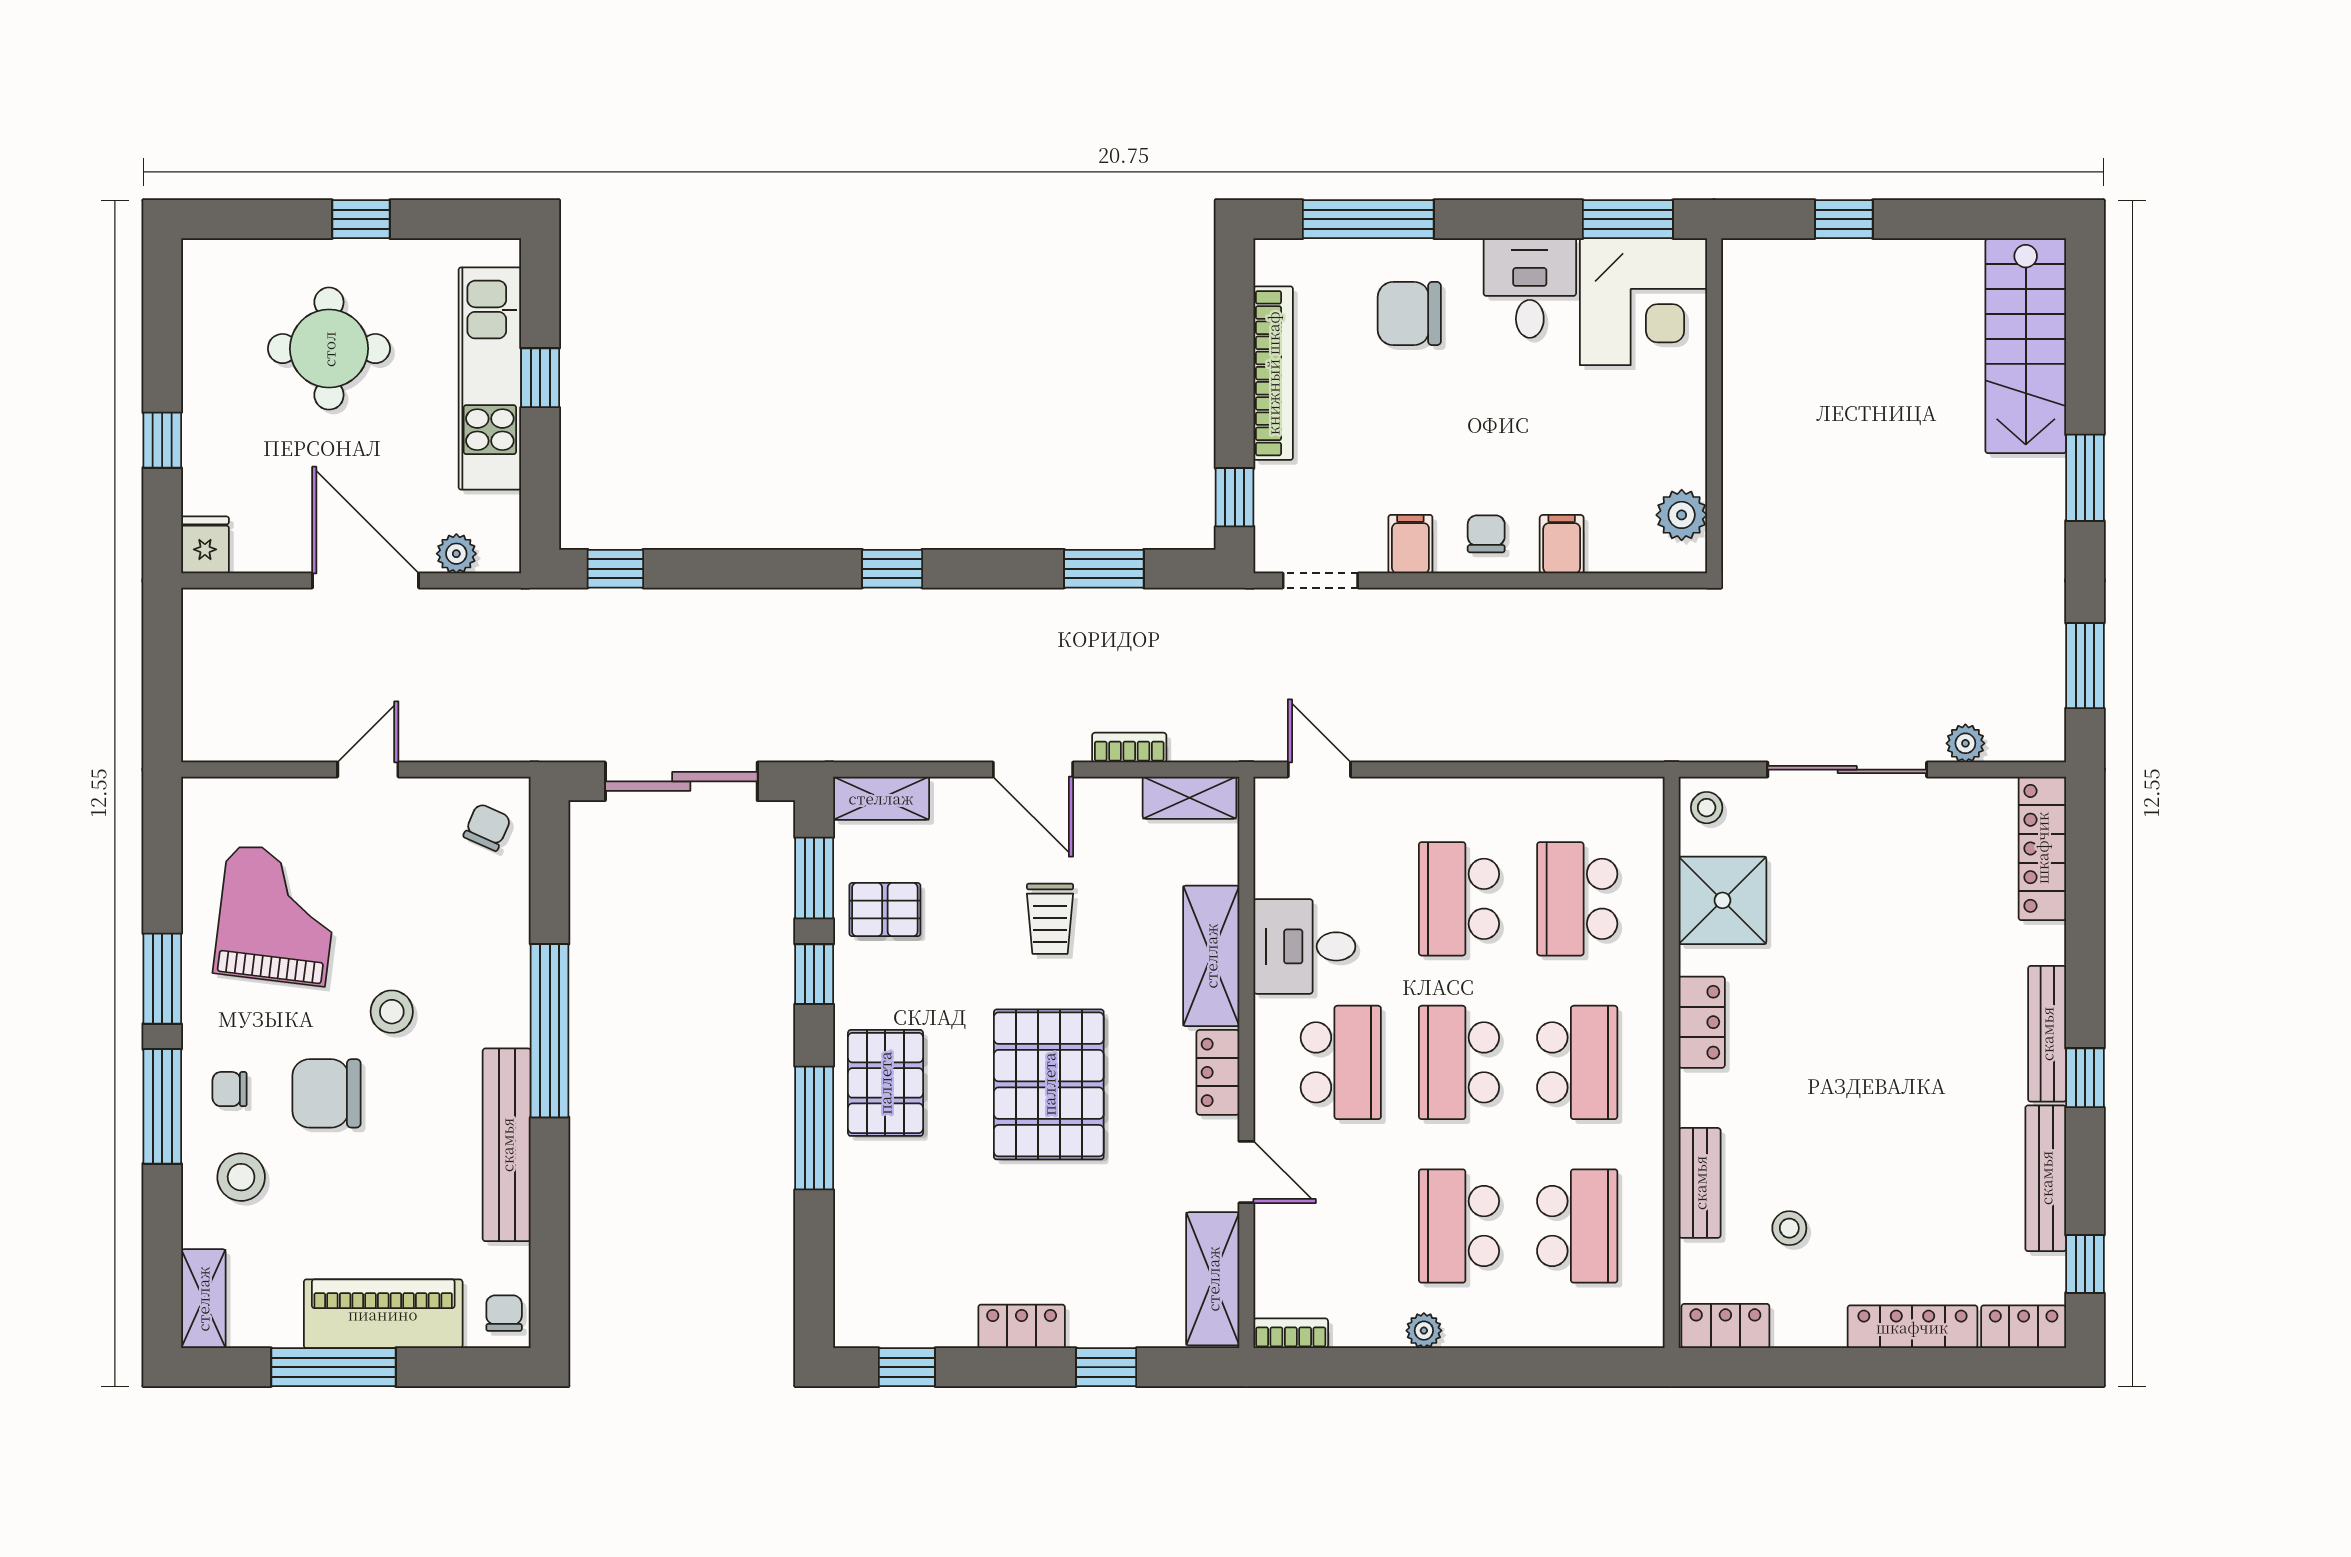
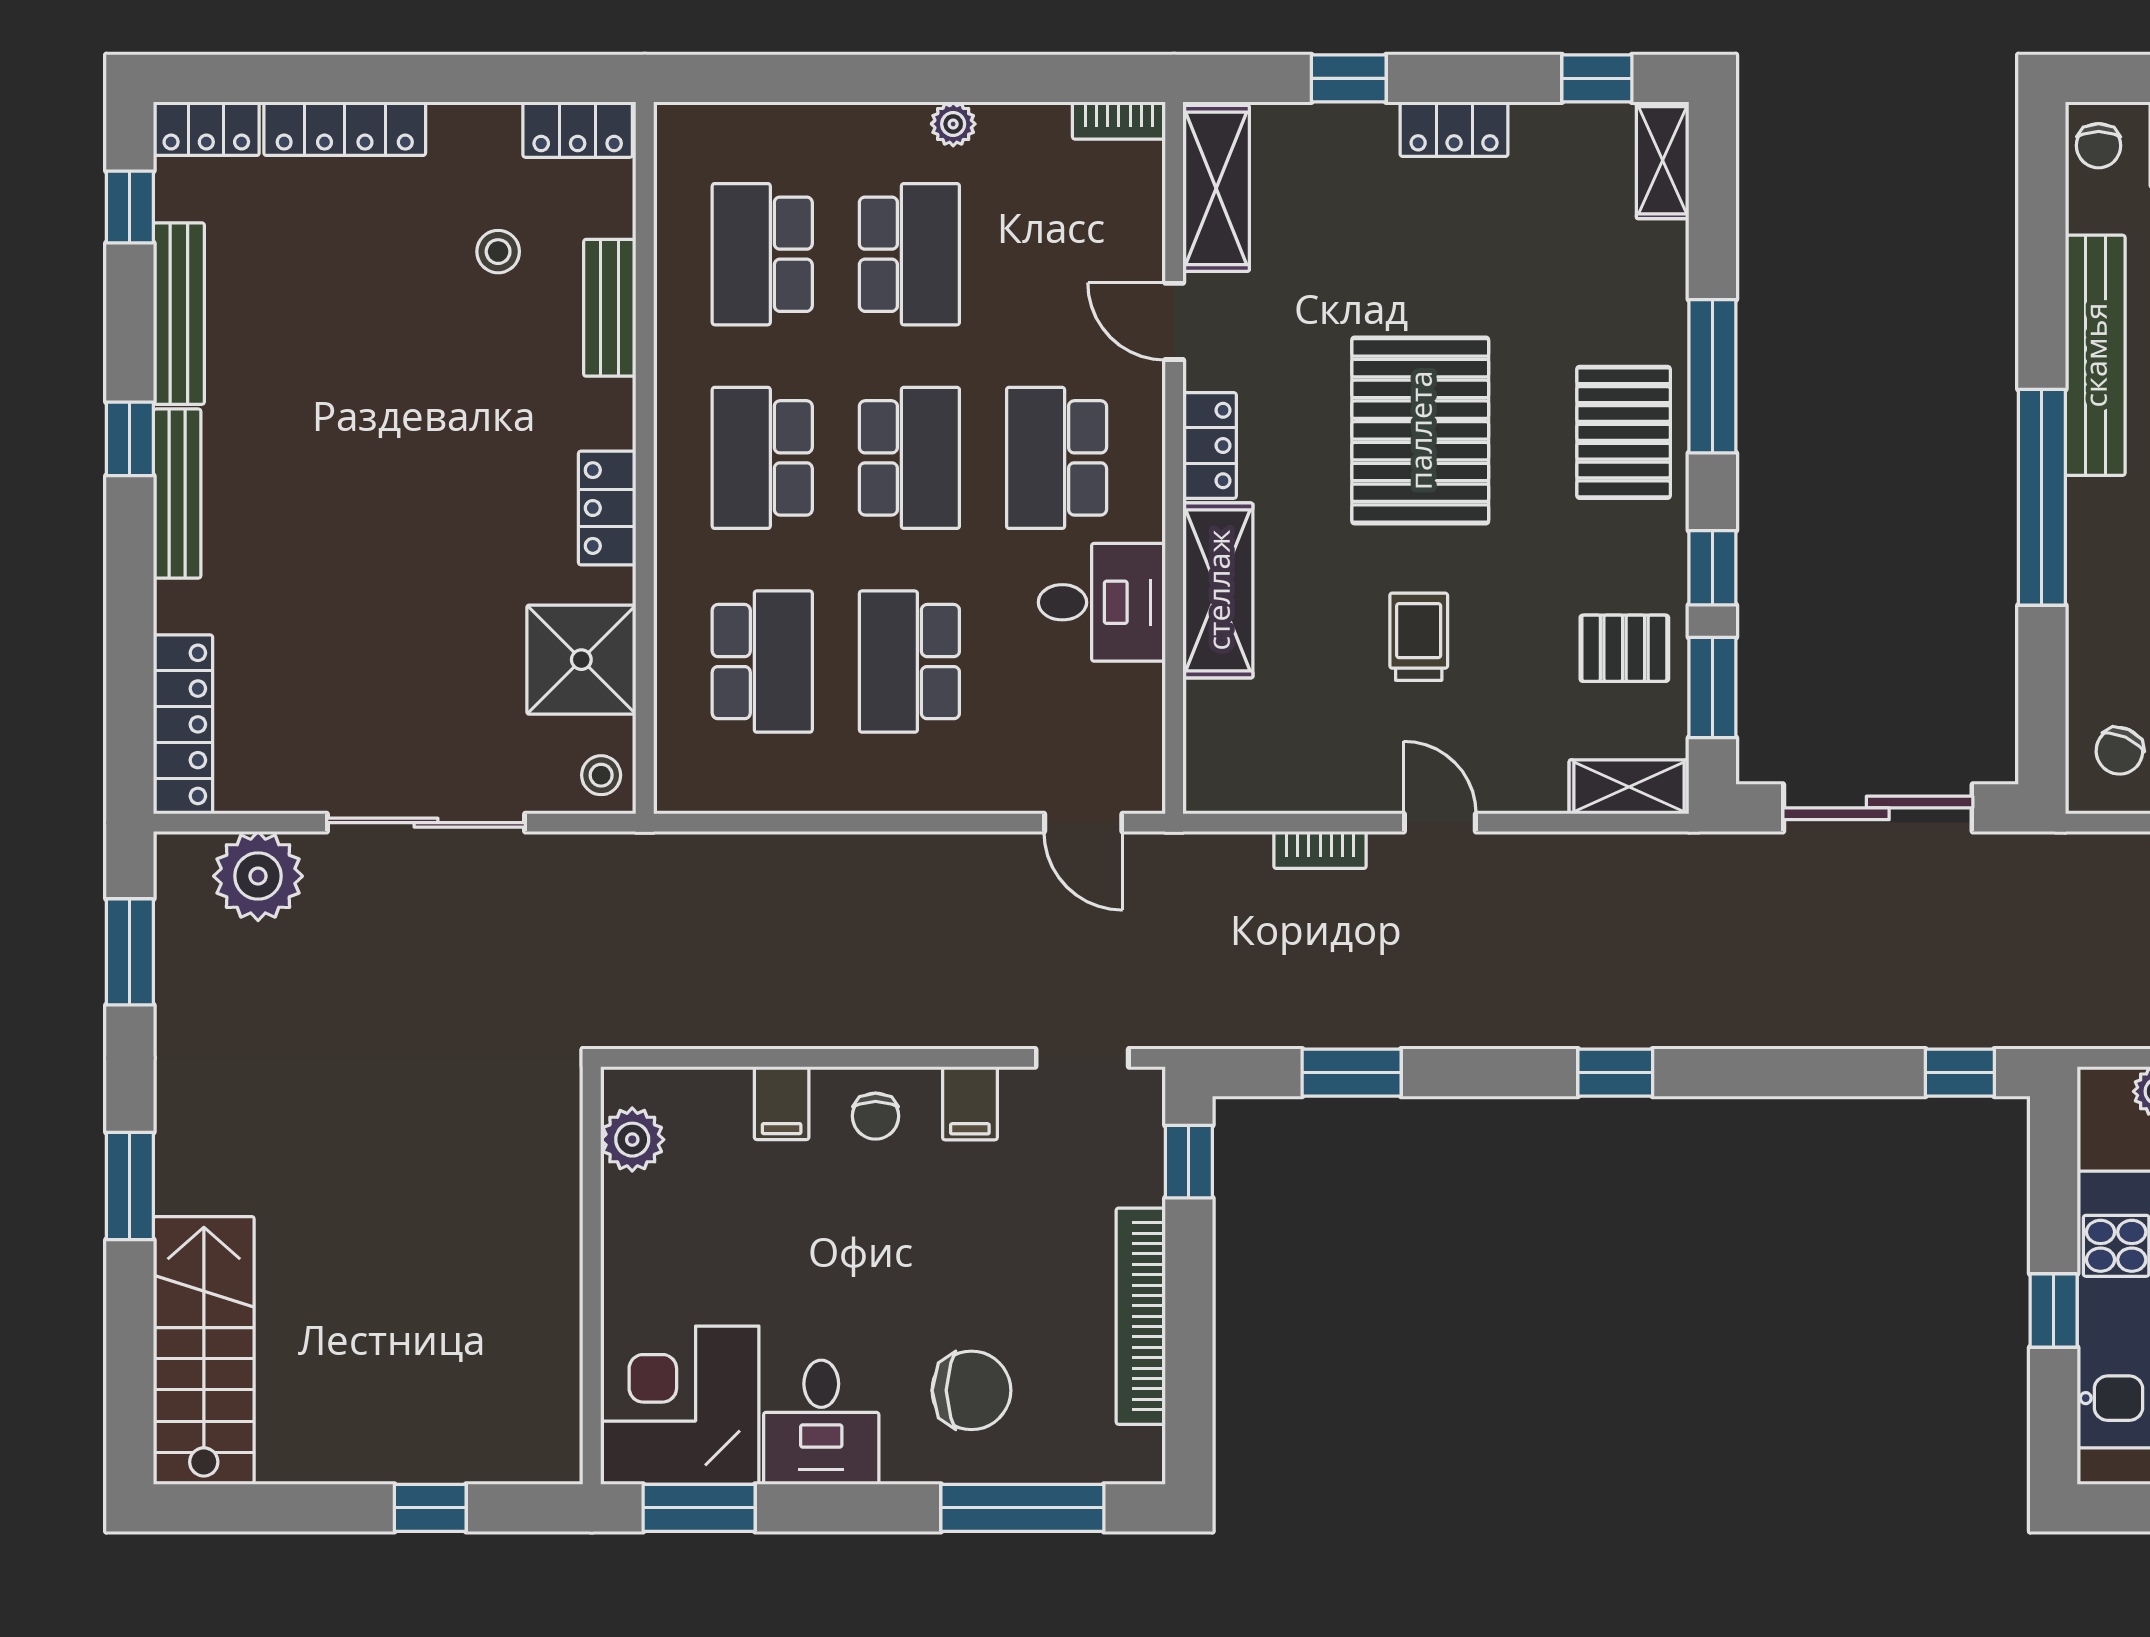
plant: (1965, 743) -> (258, 876), width x1.88, depth x1.88
door: (1033, 770) -> (1440, 823), width x0.73
shelving: (1190, 798) -> (1663, 160), moved, turned 90
school desk: (1459, 899) -> (909, 662), turned 180

